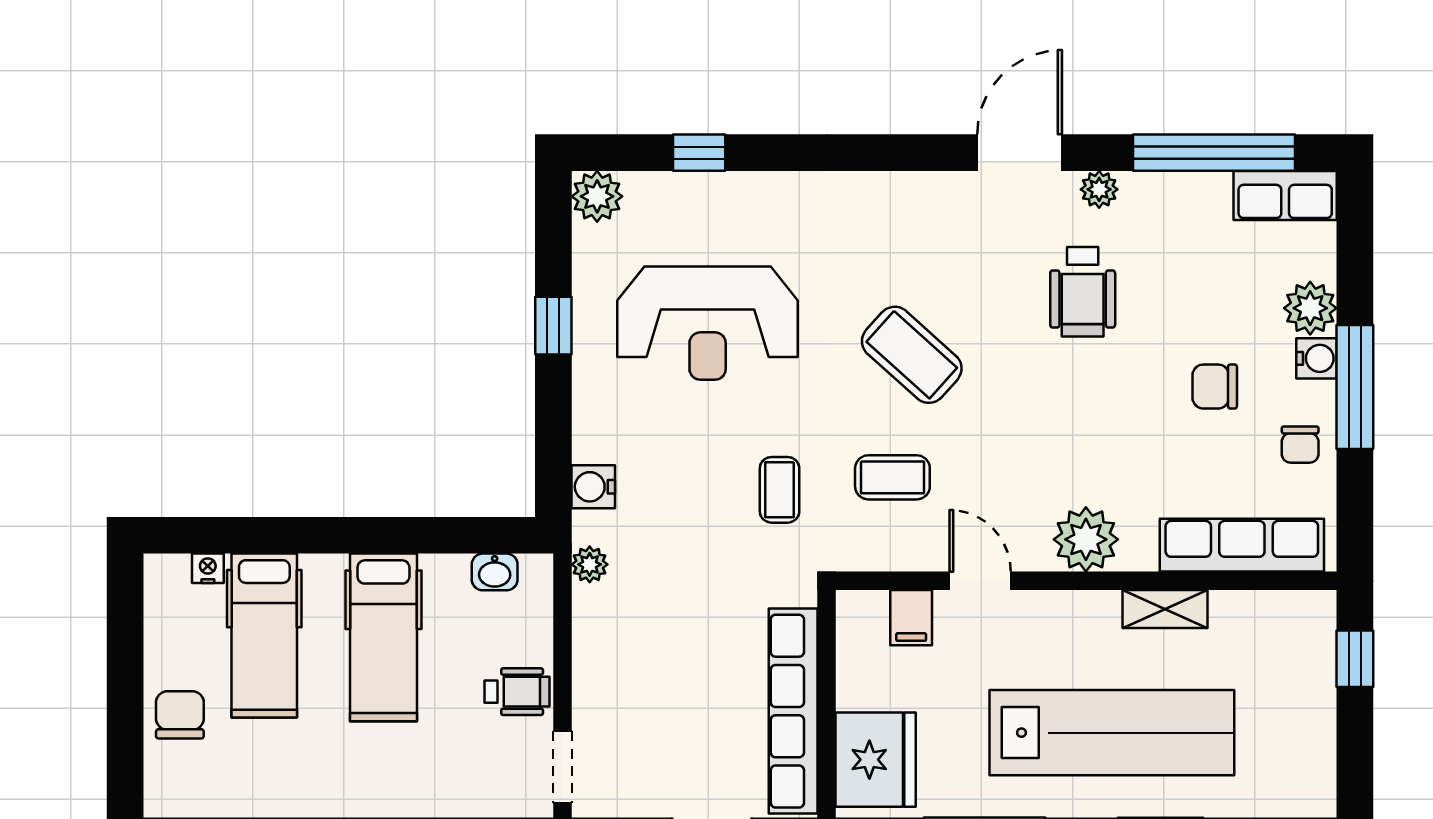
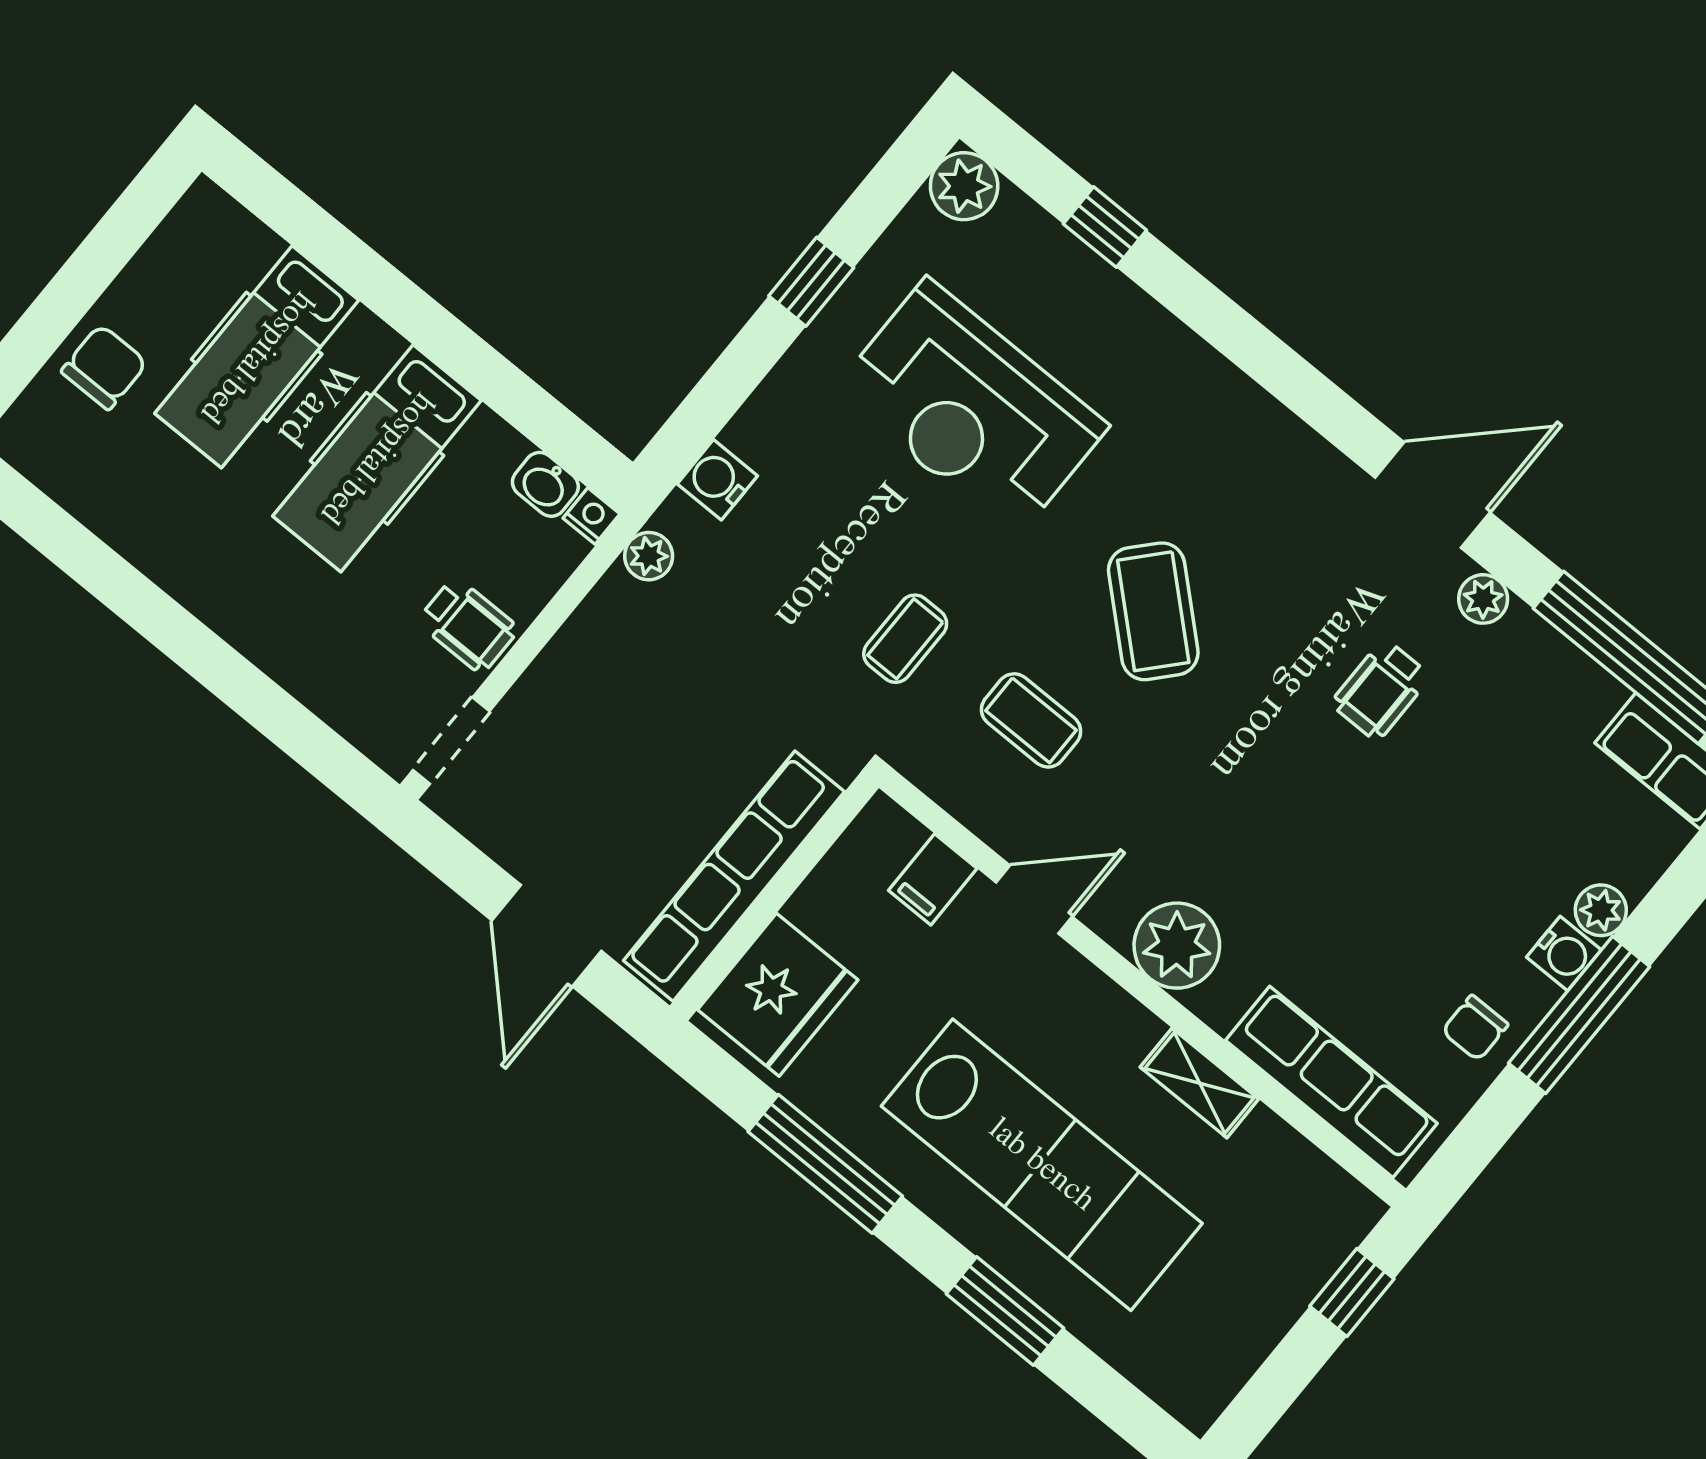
wheelchair: (1083, 292) -> (1381, 690), width x0.73, depth x0.73
plant: (1310, 308) -> (1601, 910), width x0.73, depth x0.73
chair: (1215, 387) -> (1436, 897), removed
nightstand: (208, 568) -> (592, 516), moved
door: (980, 581) -> (1034, 900), hinge flipped

